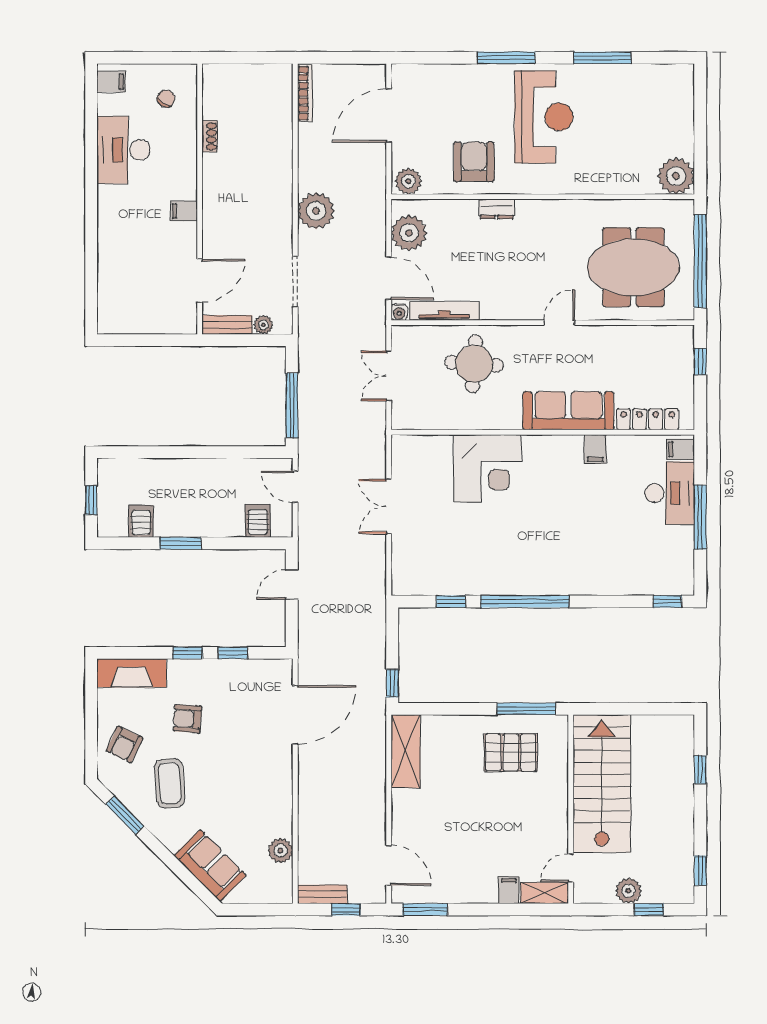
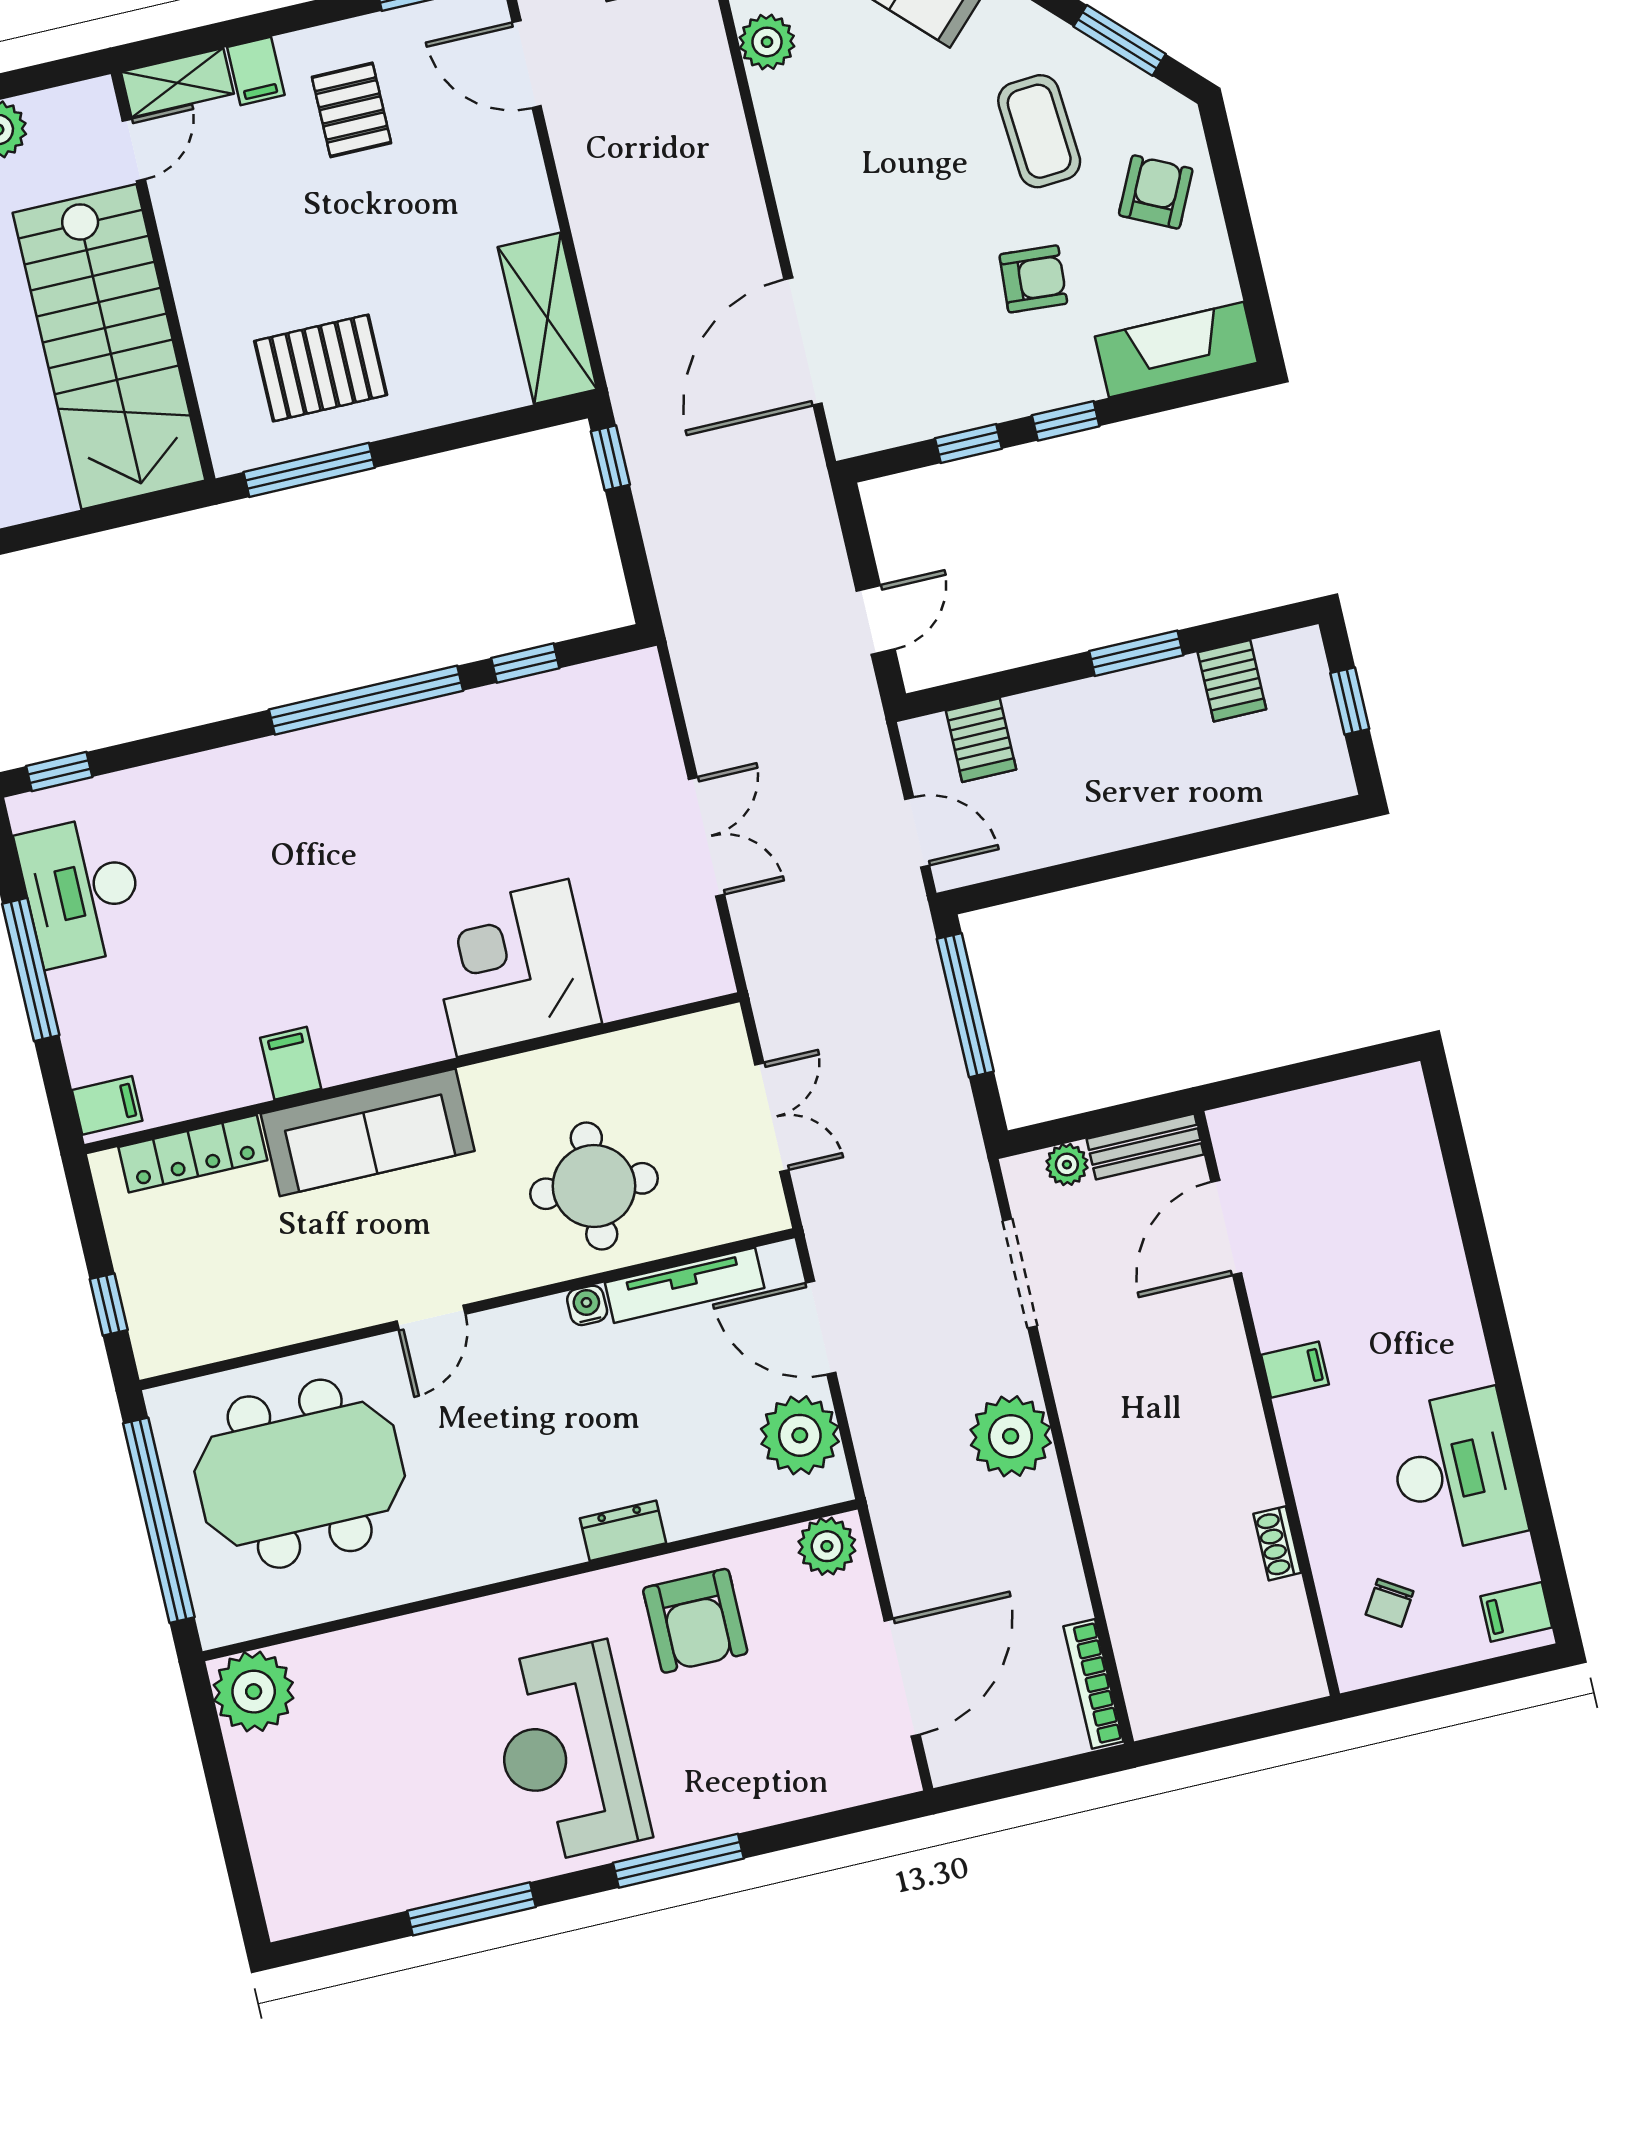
water cooler: (399, 312) -> (587, 1305), moved
desk: (670, 493) -> (82, 891), moved
pallet: (471, 863) -> (351, 110), added

